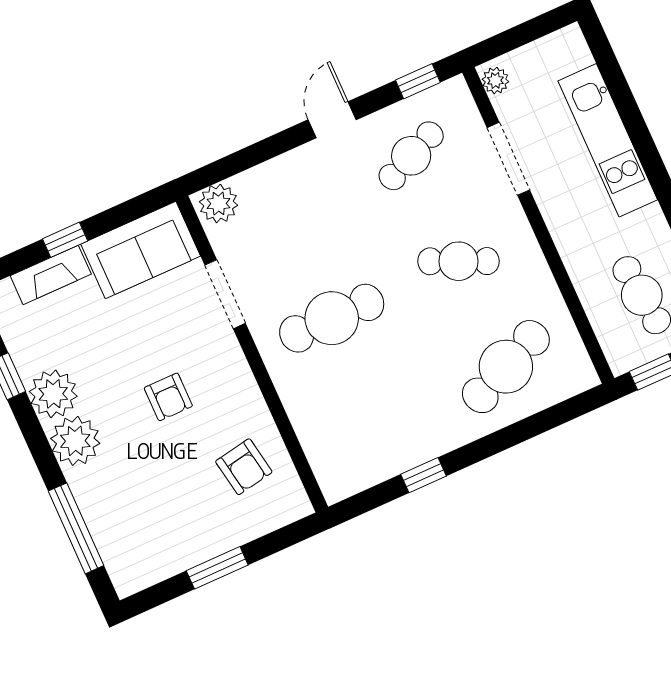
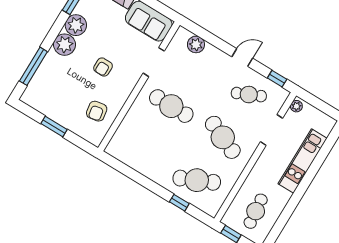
plant: (219, 204) -> (196, 44), moved
cafe table: (459, 261) -> (223, 137), width x1.37, depth x1.35
window: (423, 475) -> (179, 203), moved

